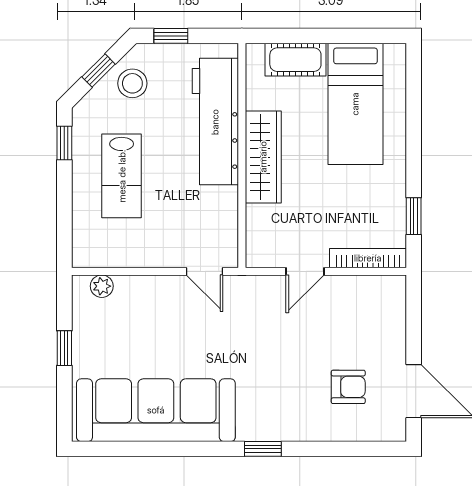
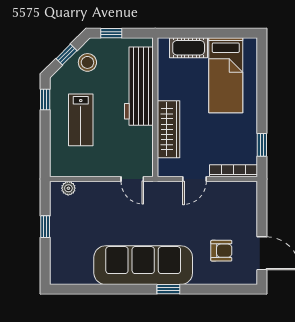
wardrobe: (263, 157) -> (169, 129), moved
sofa: (156, 410) -> (143, 265), moved

